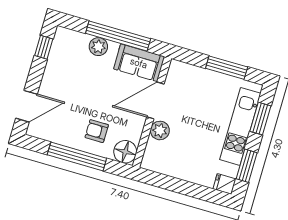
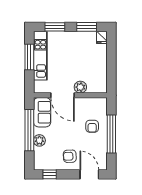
armchair: (62, 85) -> (70, 156), added
kitchen unit: (240, 126) -> (40, 56), moved, turned -90
floor lamp: (125, 152) -> (100, 105), removed

